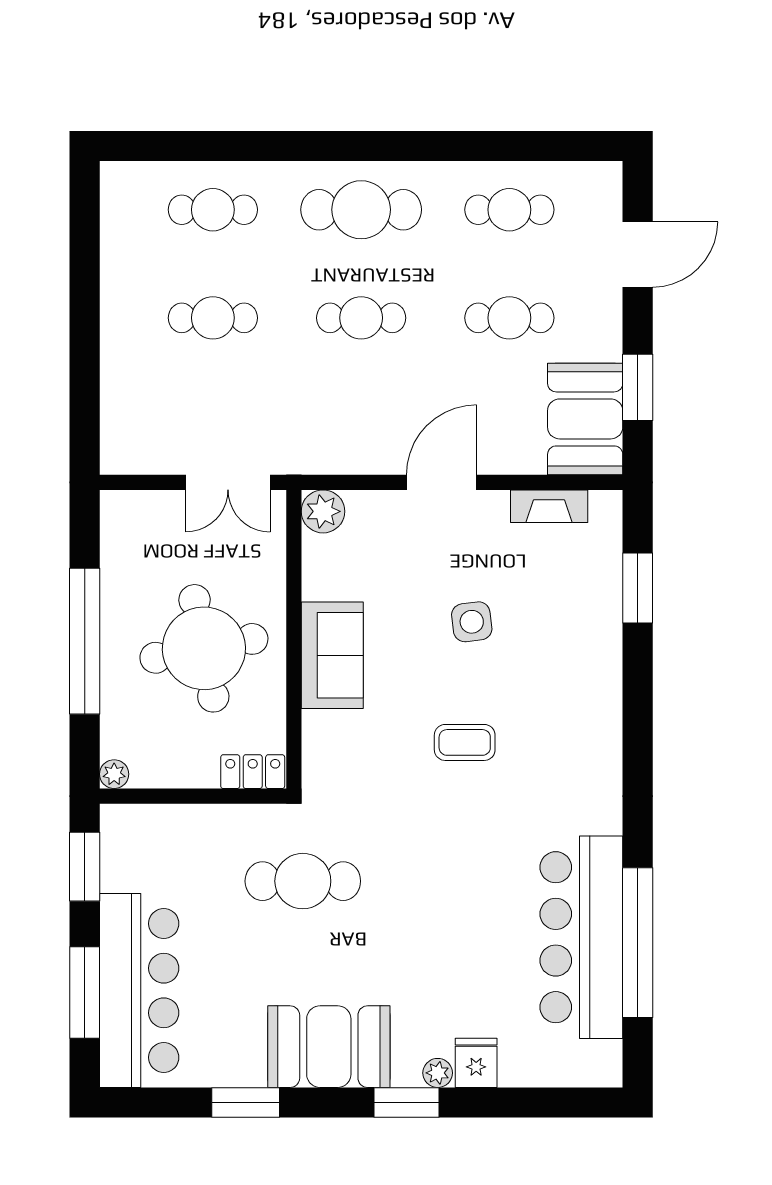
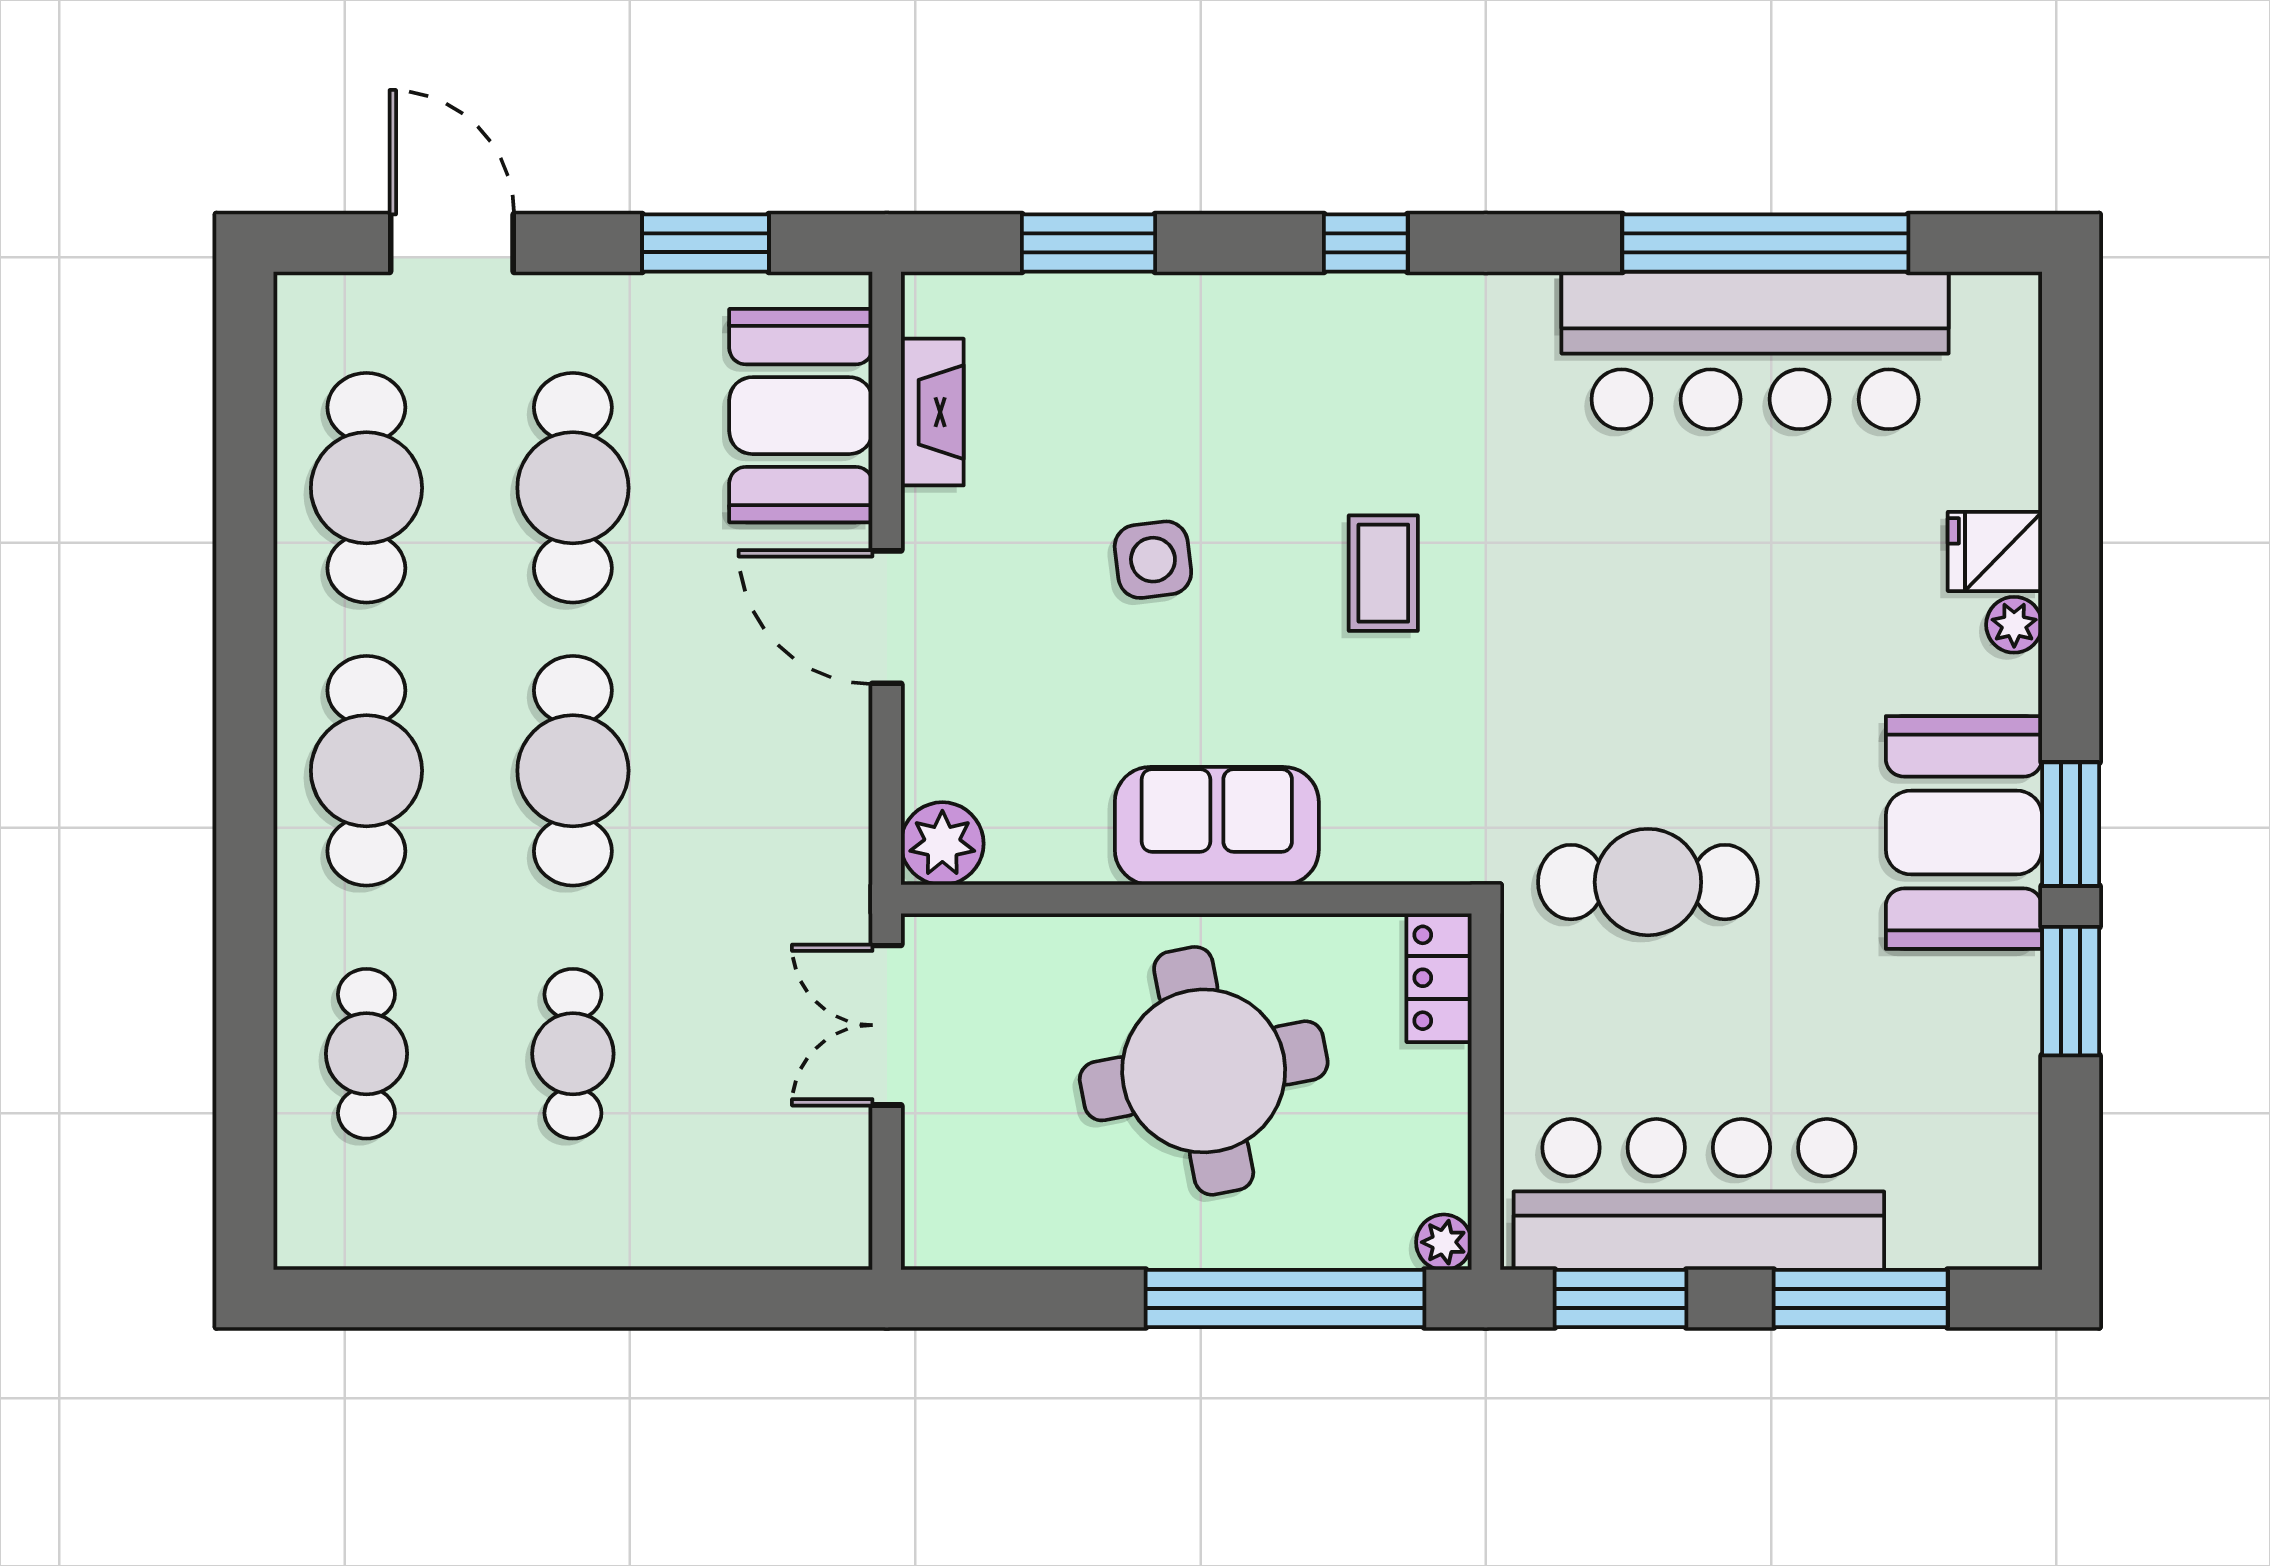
cafe table: (509, 210) -> (366, 488), width x1.37, depth x1.35
cafe table: (361, 318) -> (573, 771), width x1.37, depth x1.35
cafe table: (509, 318) -> (573, 488), width x1.37, depth x1.35
booth: (585, 419) -> (801, 416), moved, turned 90
double door: (228, 482) -> (887, 1025), swing flipped
window: (85, 641) -> (1285, 1299), moved
window: (638, 733) -> (1366, 243), added
cafe table: (303, 881) -> (1648, 882), turned 90
bar counter: (139, 990) -> (1699, 1194), moved
window: (406, 1103) -> (2071, 824), moved

